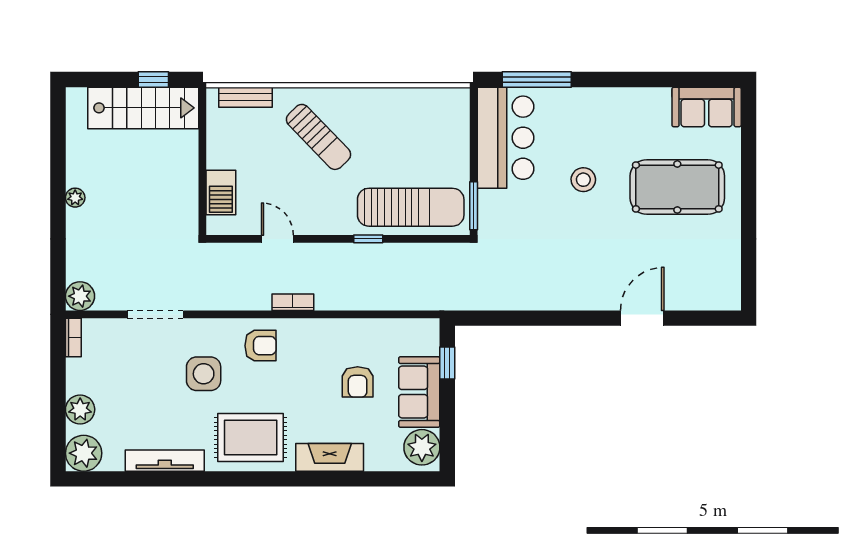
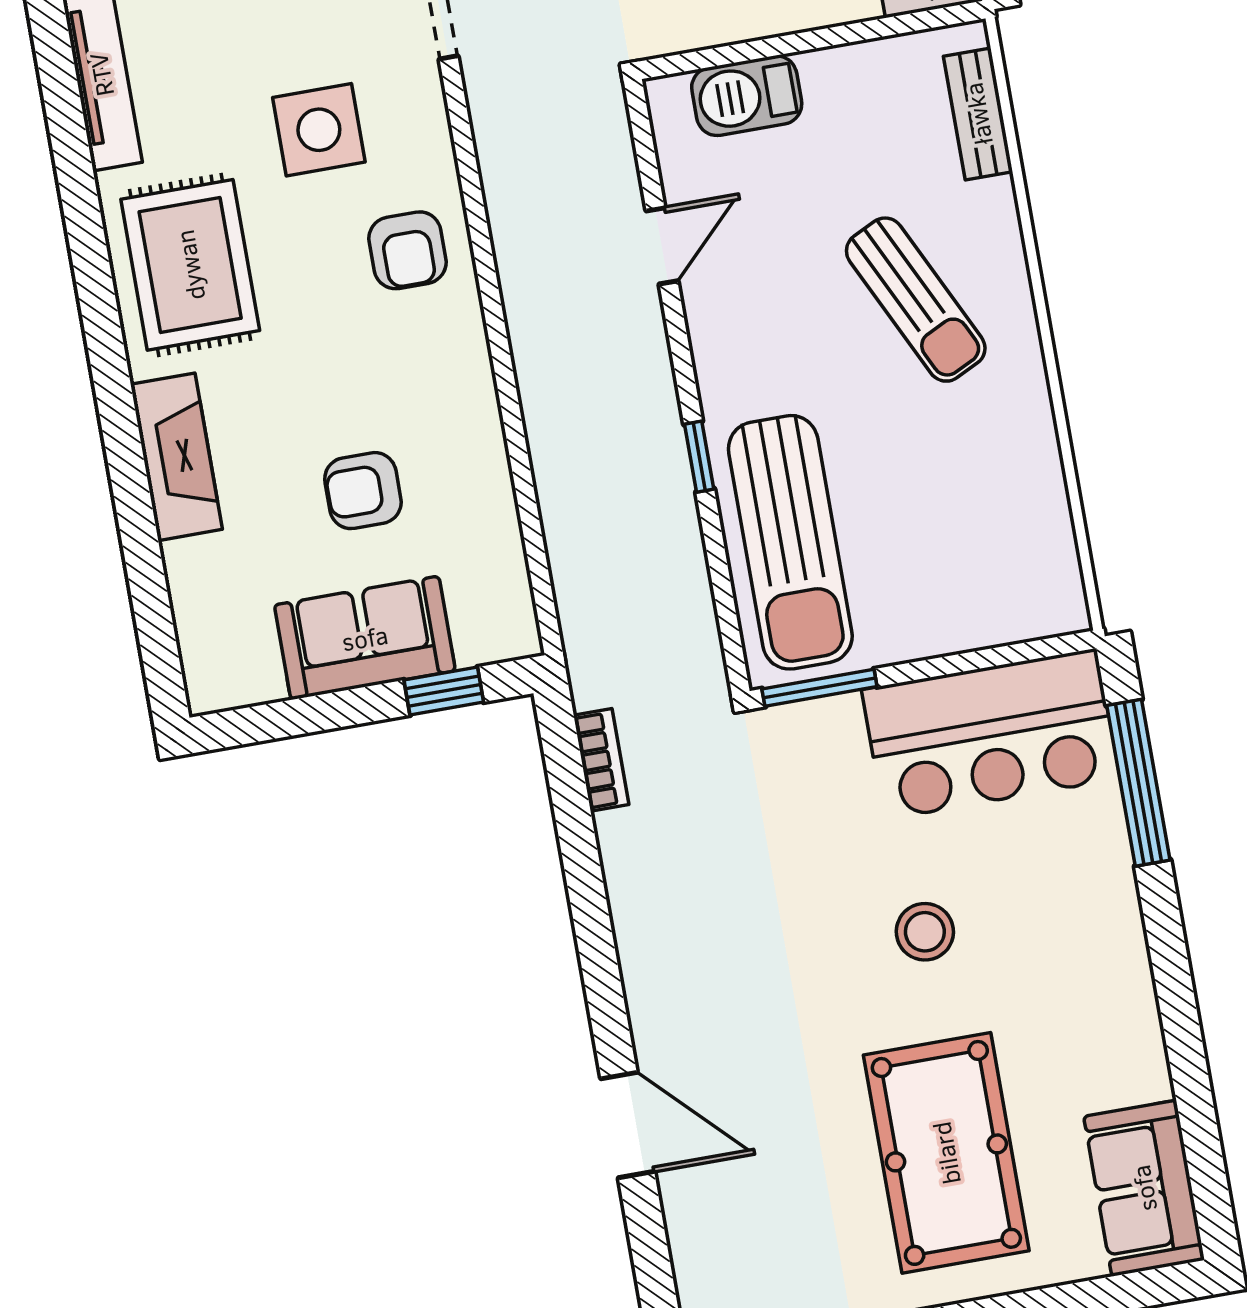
sun lounger: (319, 137) -> (916, 300), turned -72
bookcase: (293, 302) -> (601, 760), moved
plant: (422, 447) -> (238, 667), removed

